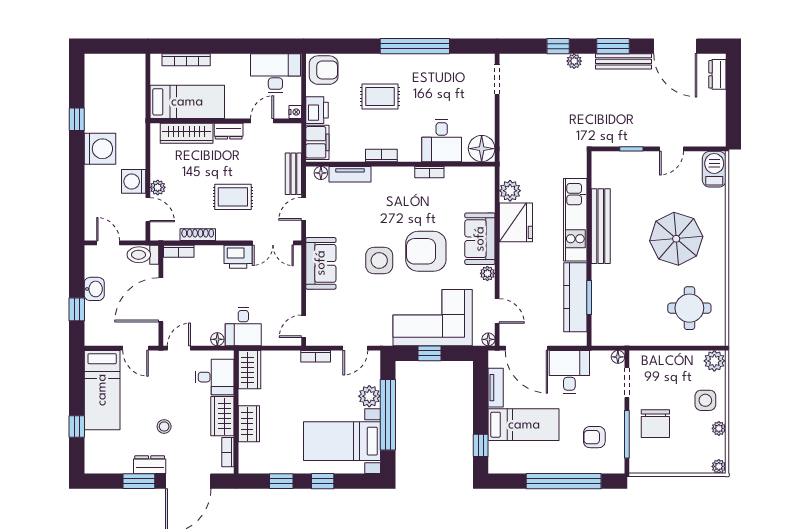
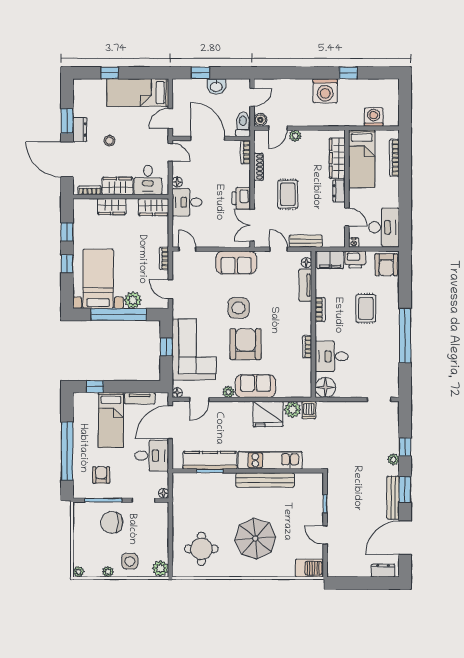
dishwasher: (511, 170) -> (309, 410), added
washing machine: (134, 181) -> (374, 117), moved
boiler: (137, 232) -> (260, 120), added

